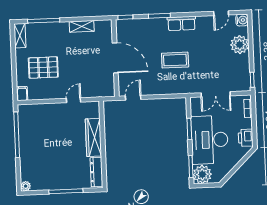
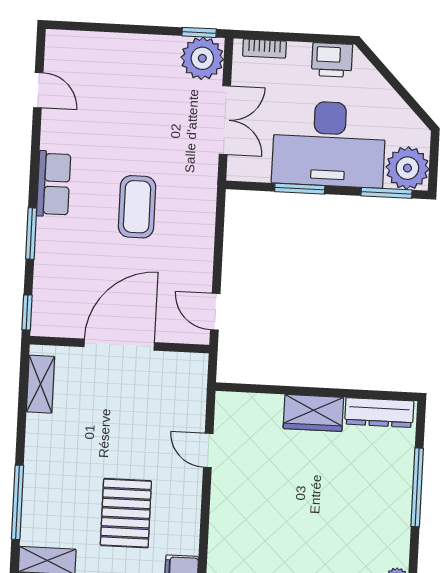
water cooler: (242, 20) -> (59, 43), removed
shelving: (82, 26) -> (41, 384), moved
plant: (240, 45) -> (202, 58), moved
wardrobe: (93, 137) -> (313, 413), width x0.67

